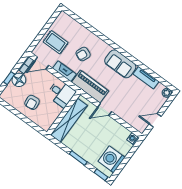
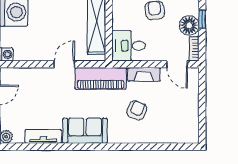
rug: (56, 42) -> (179, 101), removed
door: (42, 63) -> (177, 64), swing flipped

